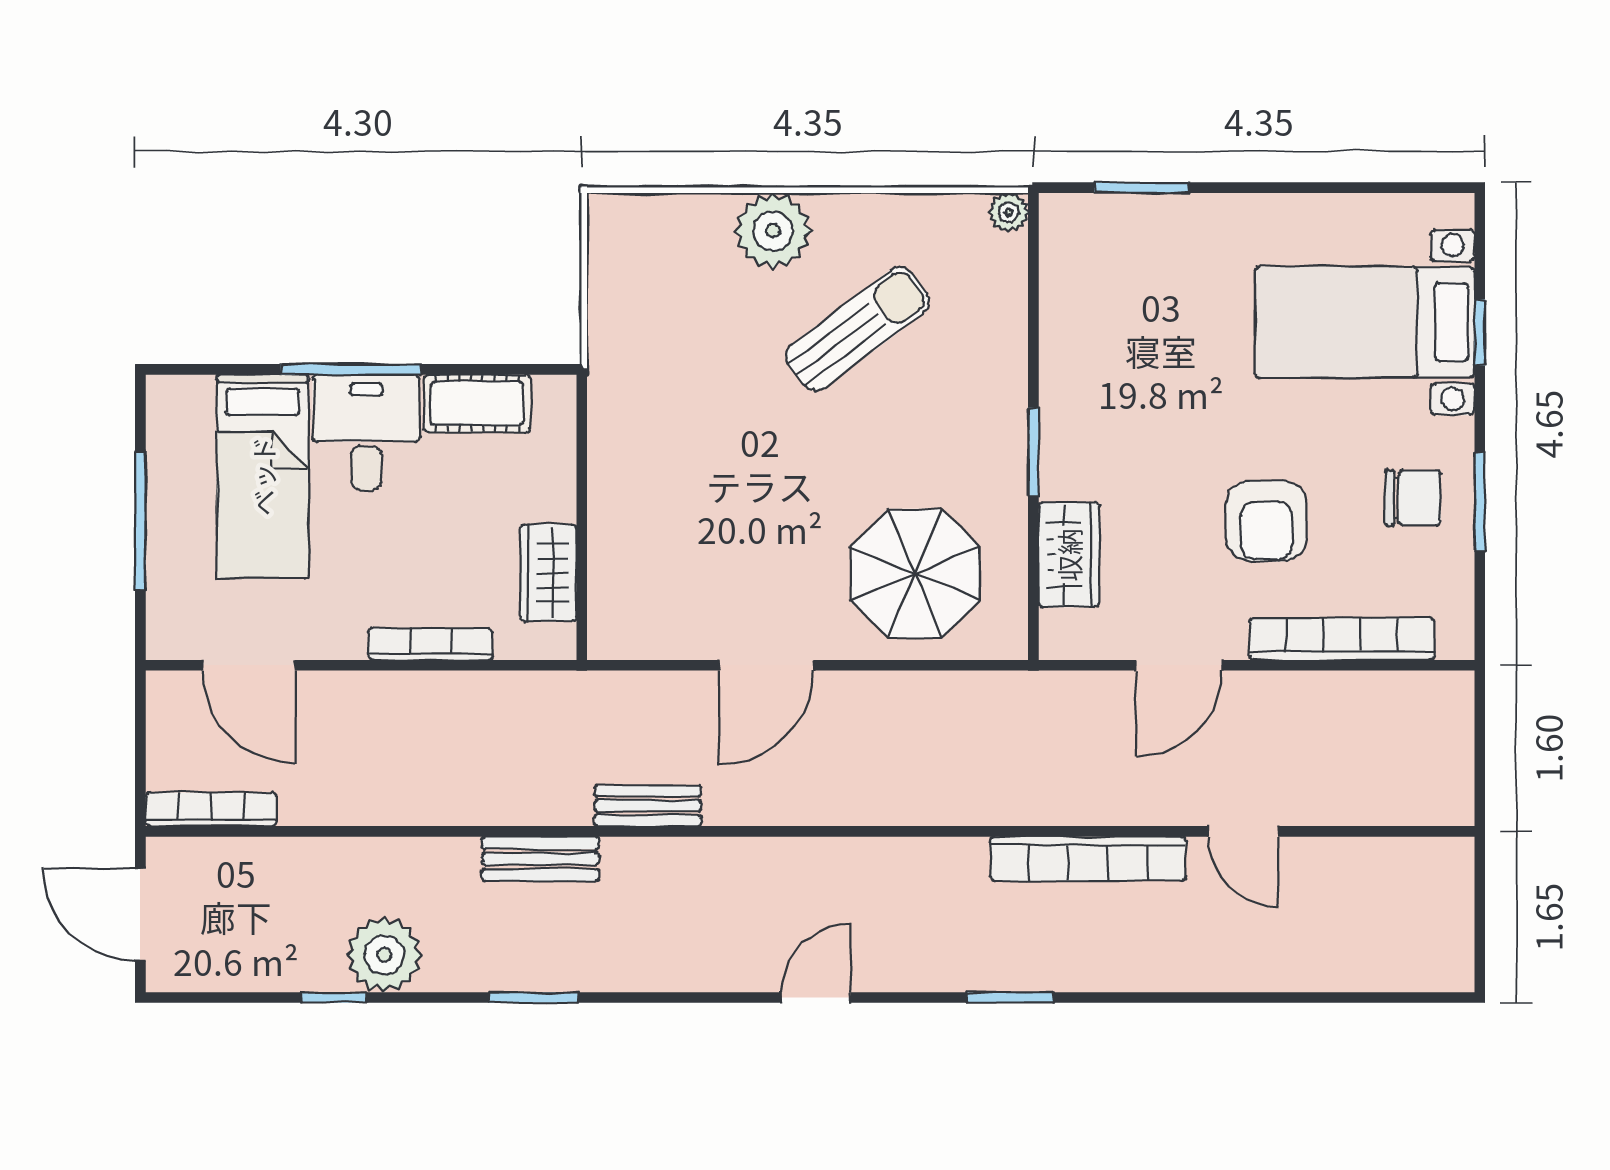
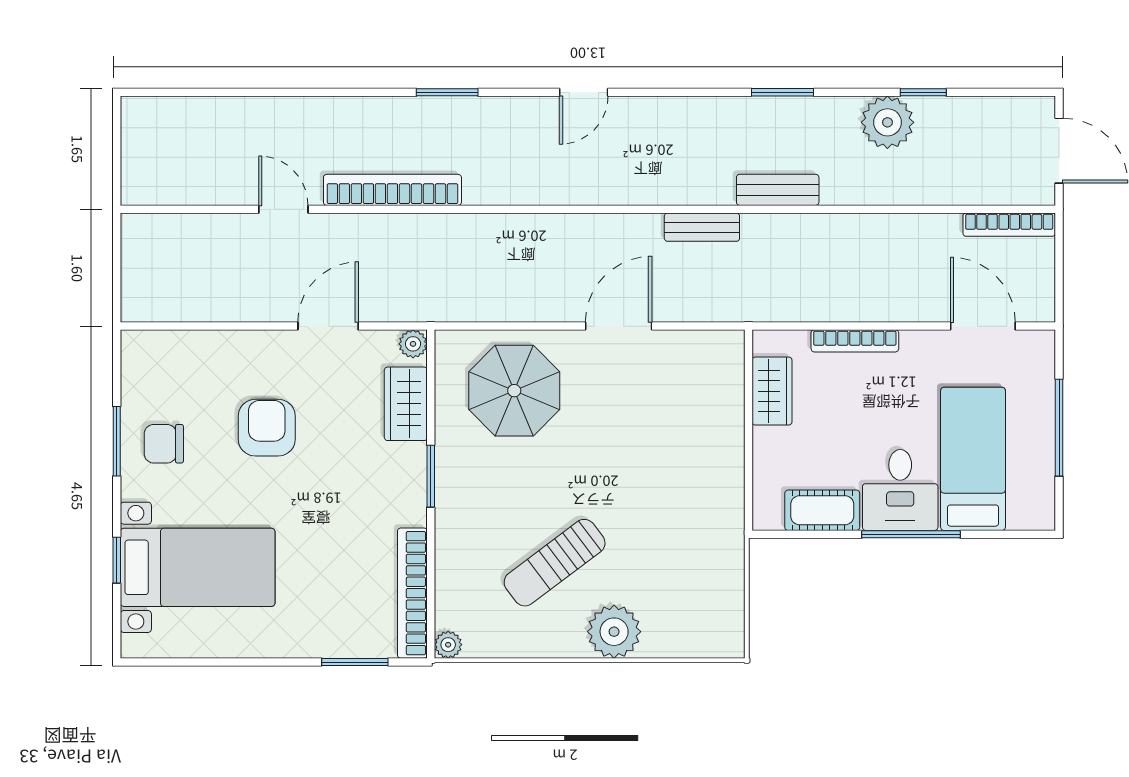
bookcase: (1342, 639) -> (412, 593), moved, turned 90
plant: (1059, 640) -> (413, 344), added

